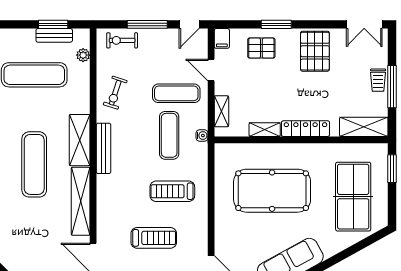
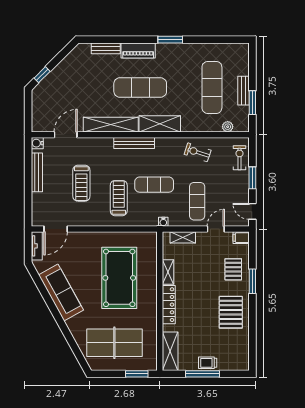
window: (147, 24) -> (252, 178), width x0.69
double door: (364, 24) -> (252, 352), removed
bench: (54, 35) -> (243, 91), moved
pallet: (315, 51) -> (231, 312), turned 90
exercise mat: (169, 135) -> (154, 185), moved
bench: (104, 148) -> (134, 143), moved

